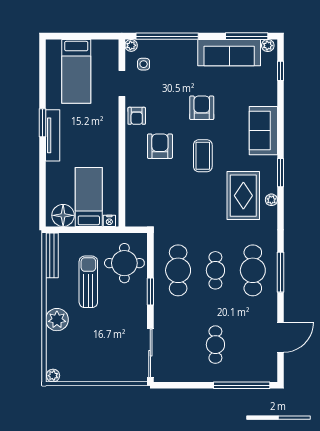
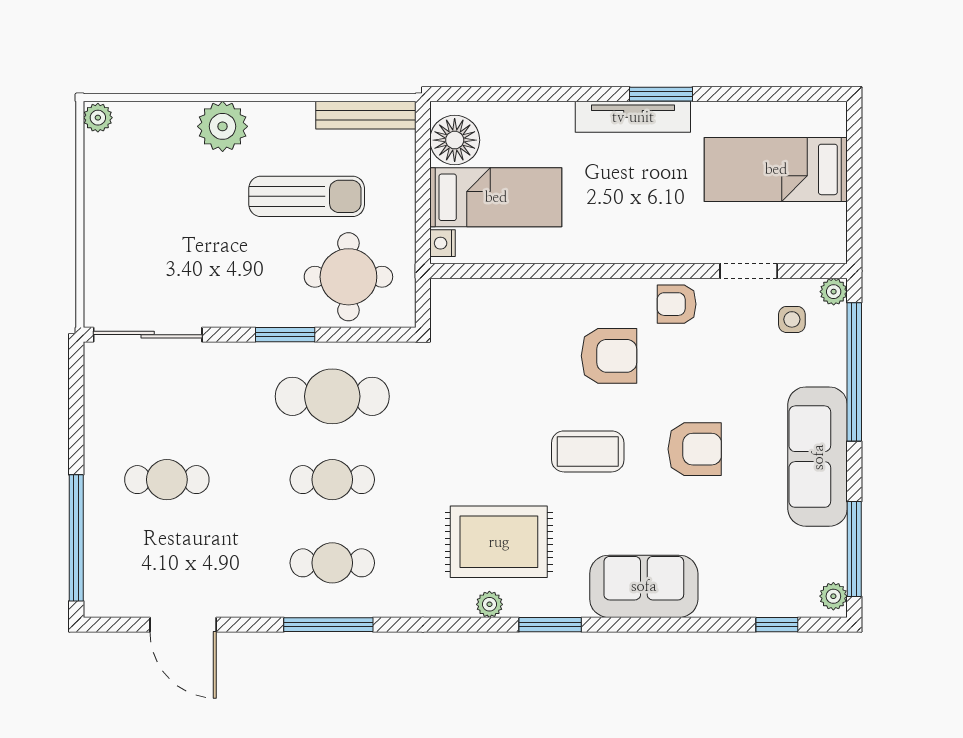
sofa: (229, 53) -> (818, 457), moved
cafe table: (253, 270) -> (332, 563), width x0.73, depth x0.74

